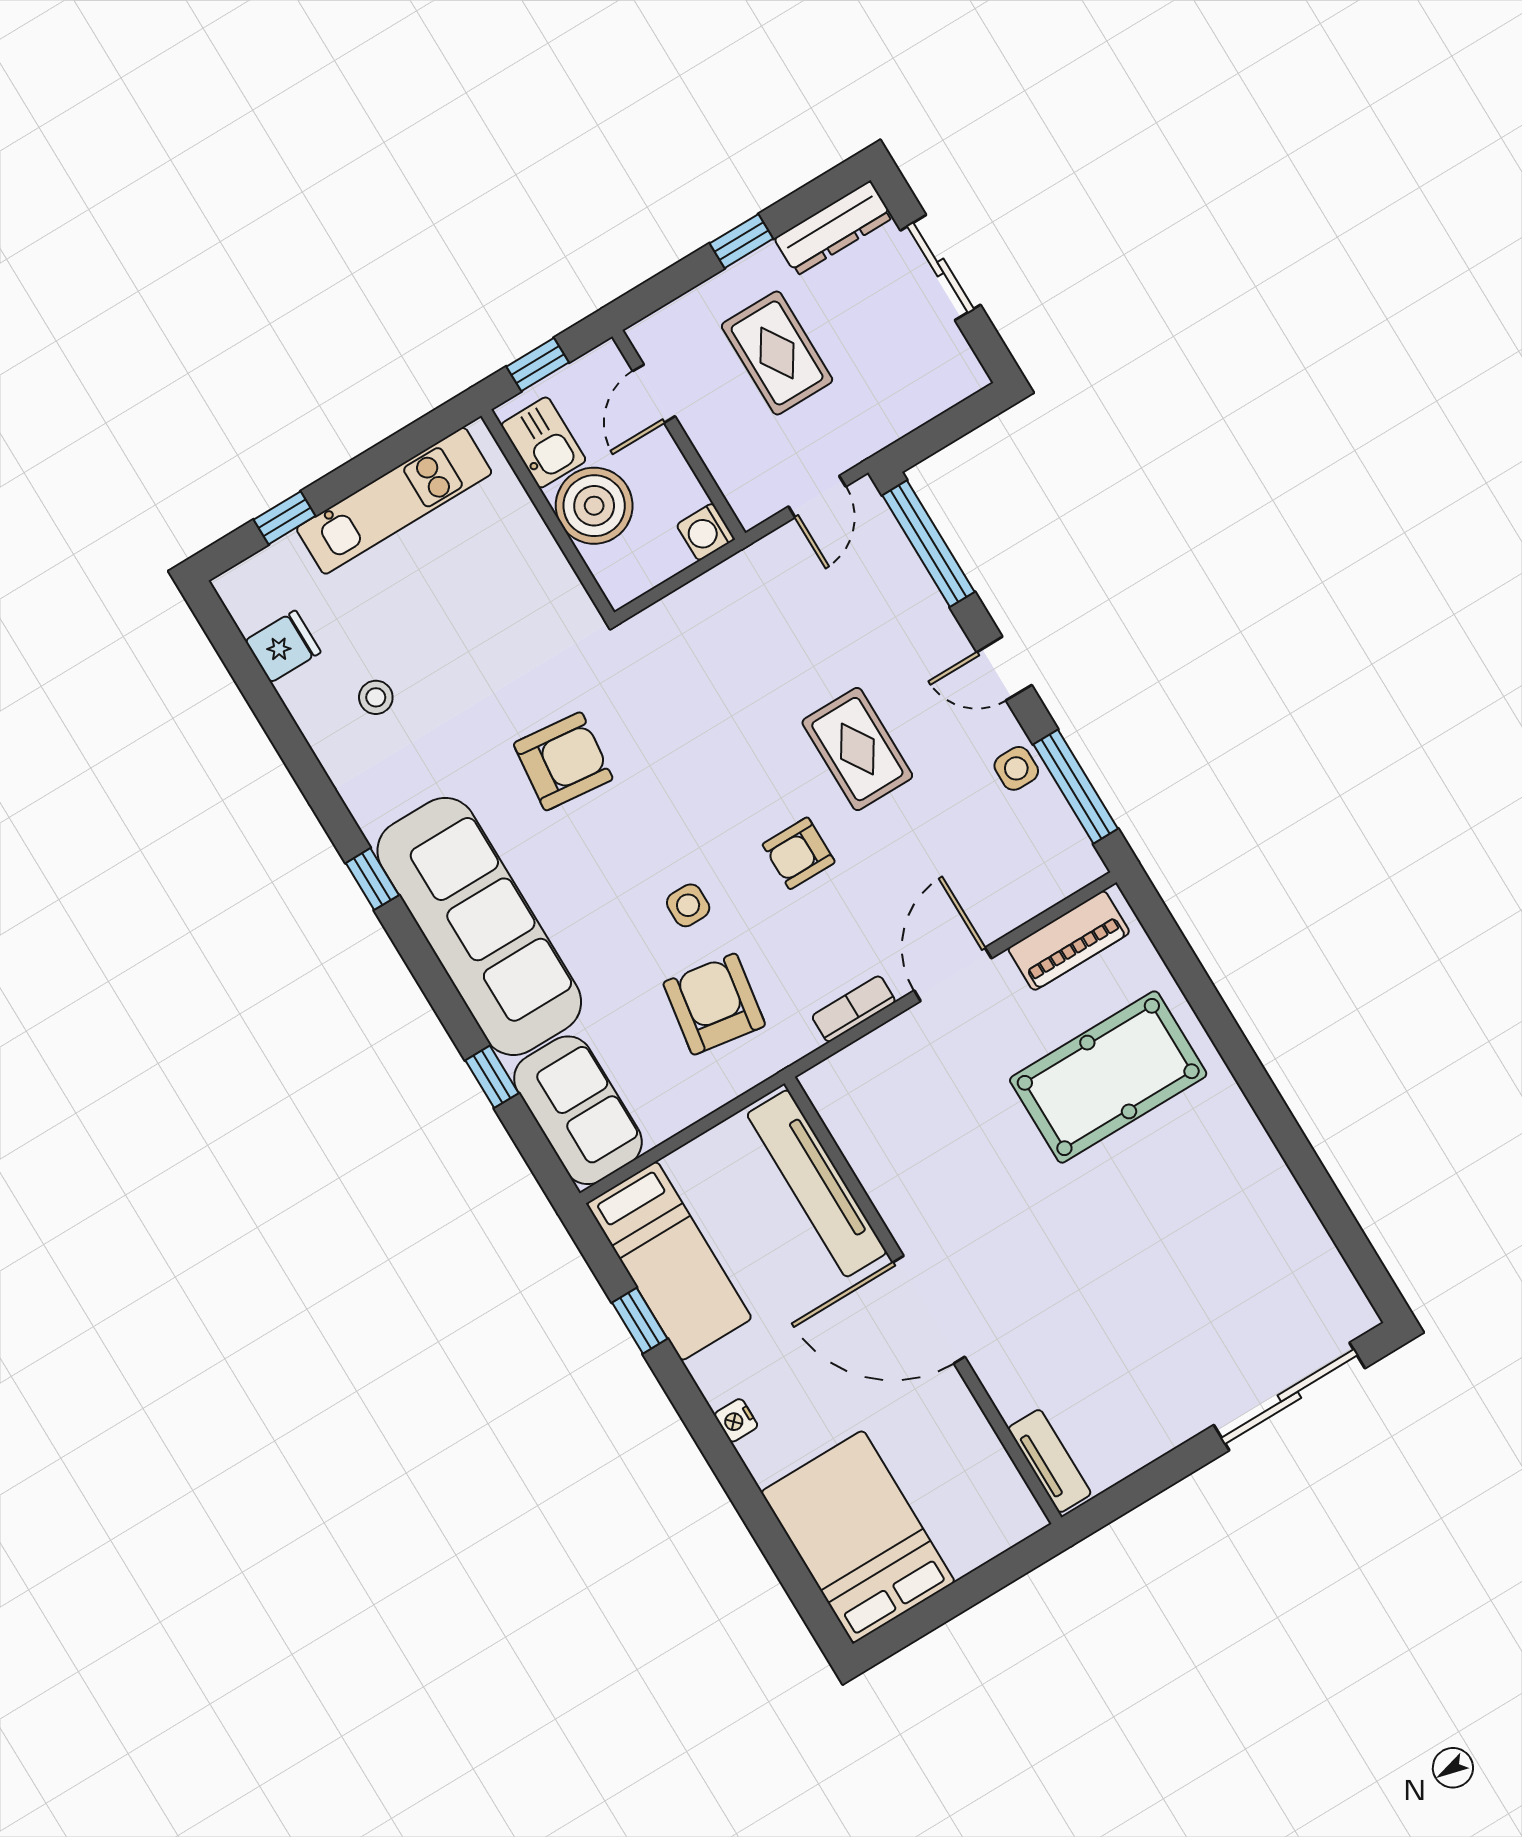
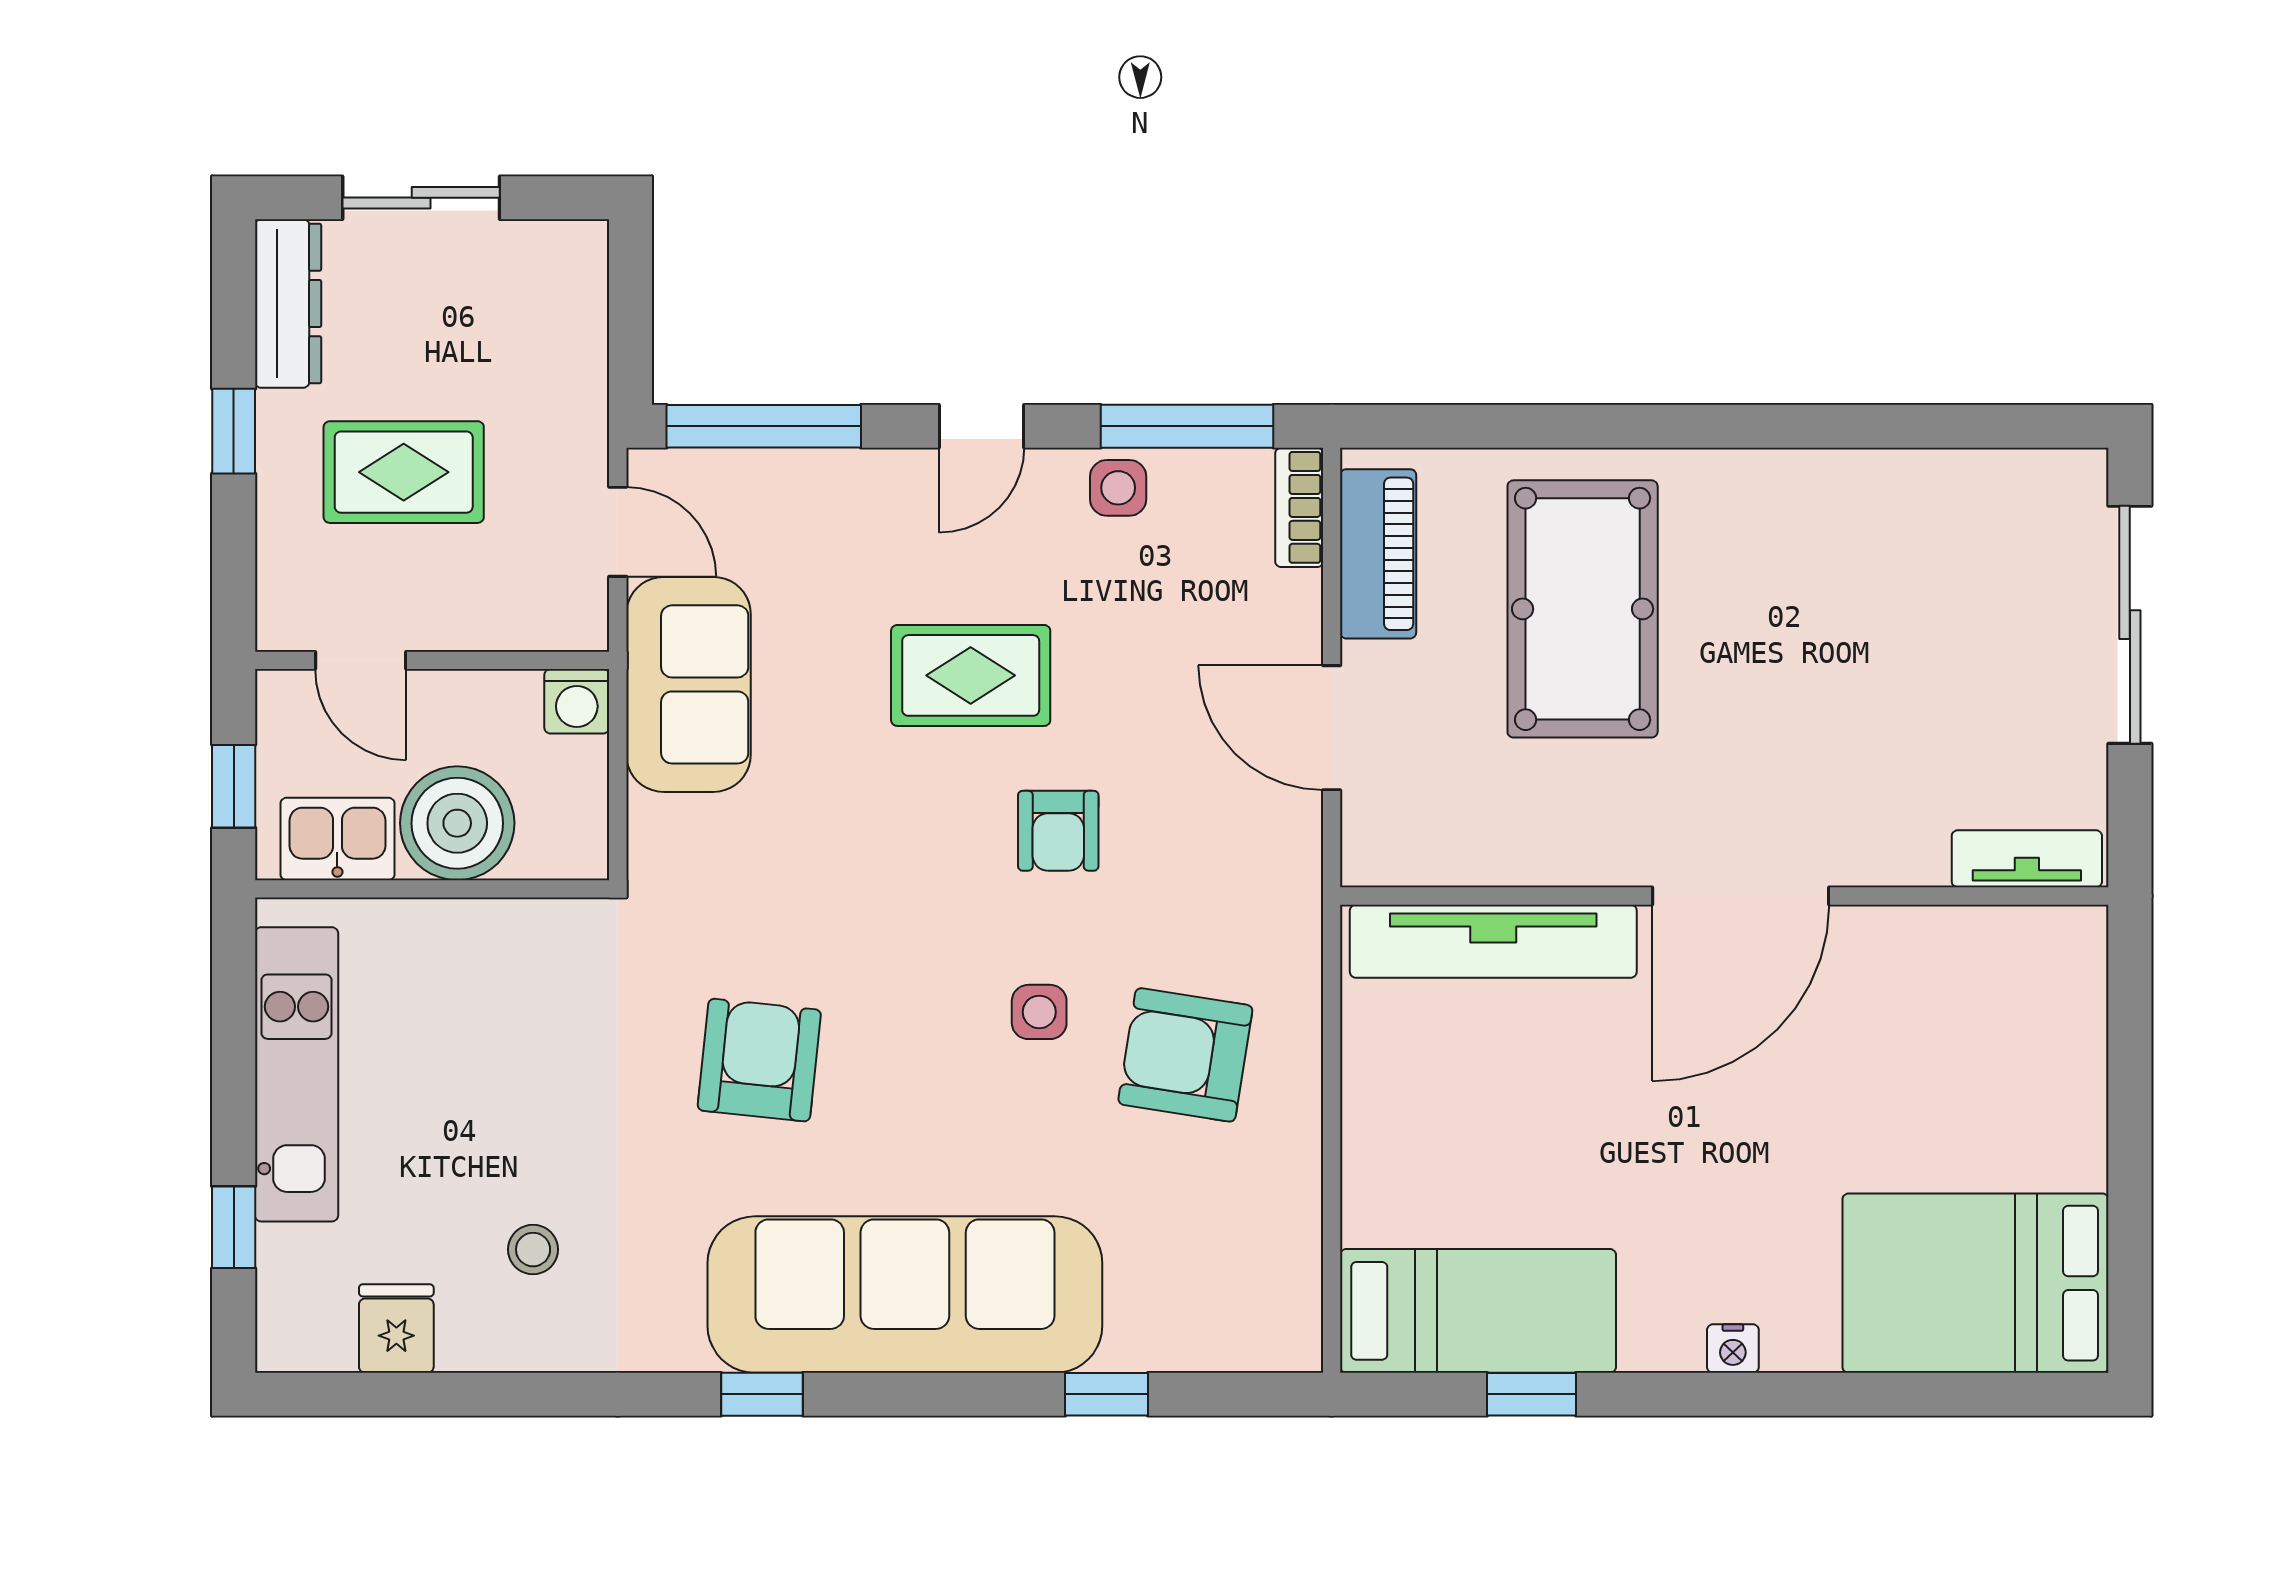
bookcase: (854, 1009) -> (1299, 507), moved
sofa: (578, 1110) -> (688, 684), moved, turned 90
tv unit: (817, 1183) -> (1493, 941), moved
wall: (923, 1300) -> (1724, 896), moved
door: (929, 1310) -> (1741, 896), moved
tv unit: (1050, 1461) -> (2027, 859), moved

